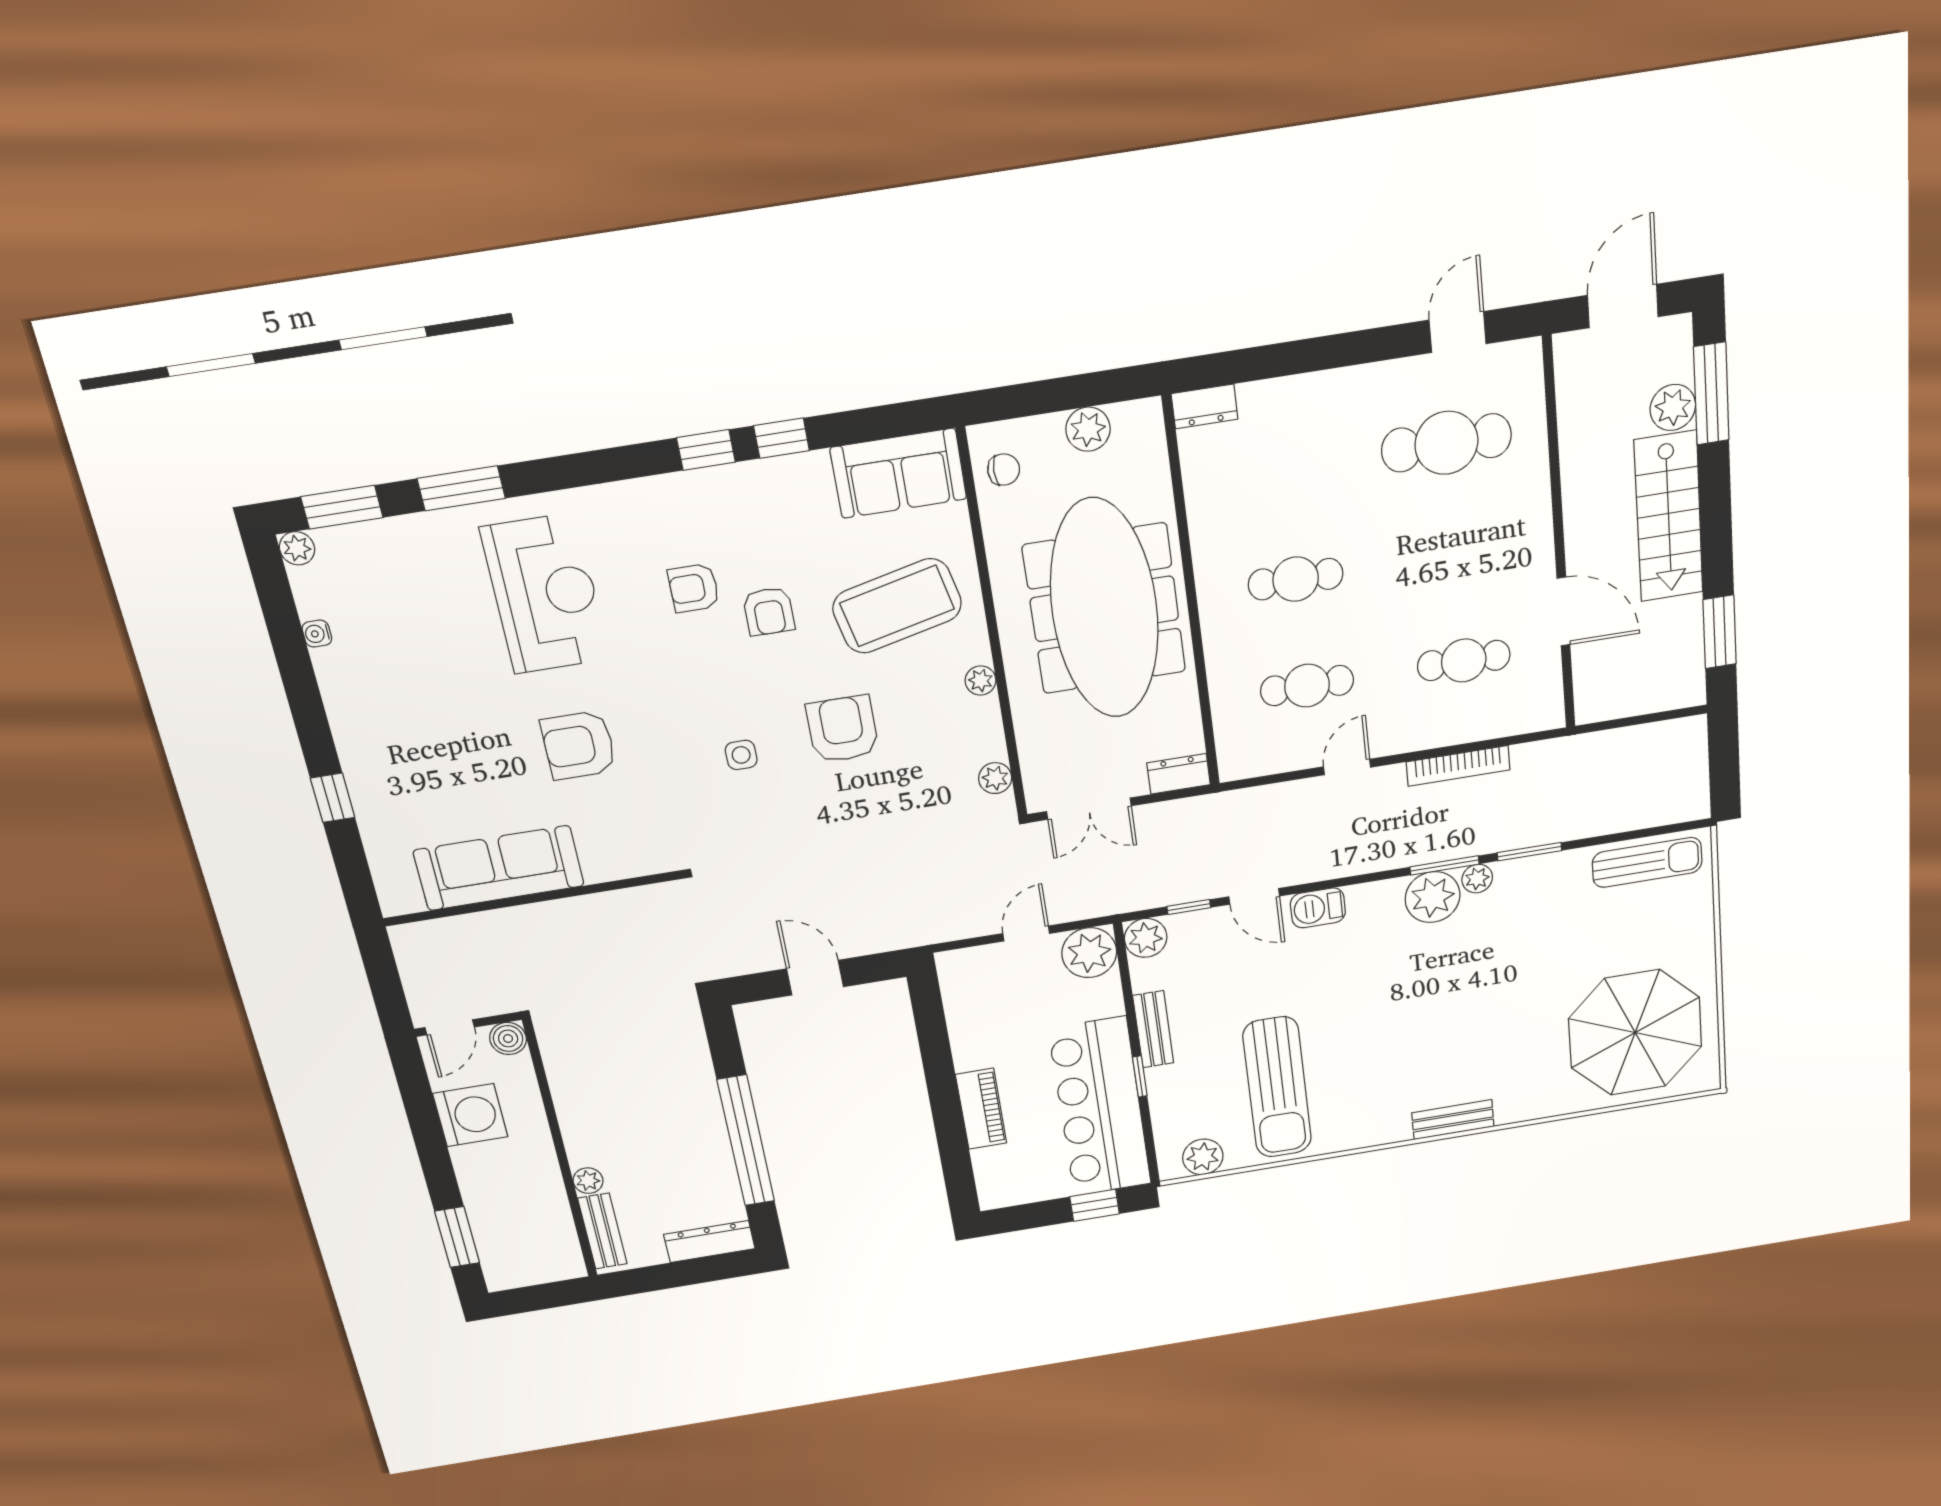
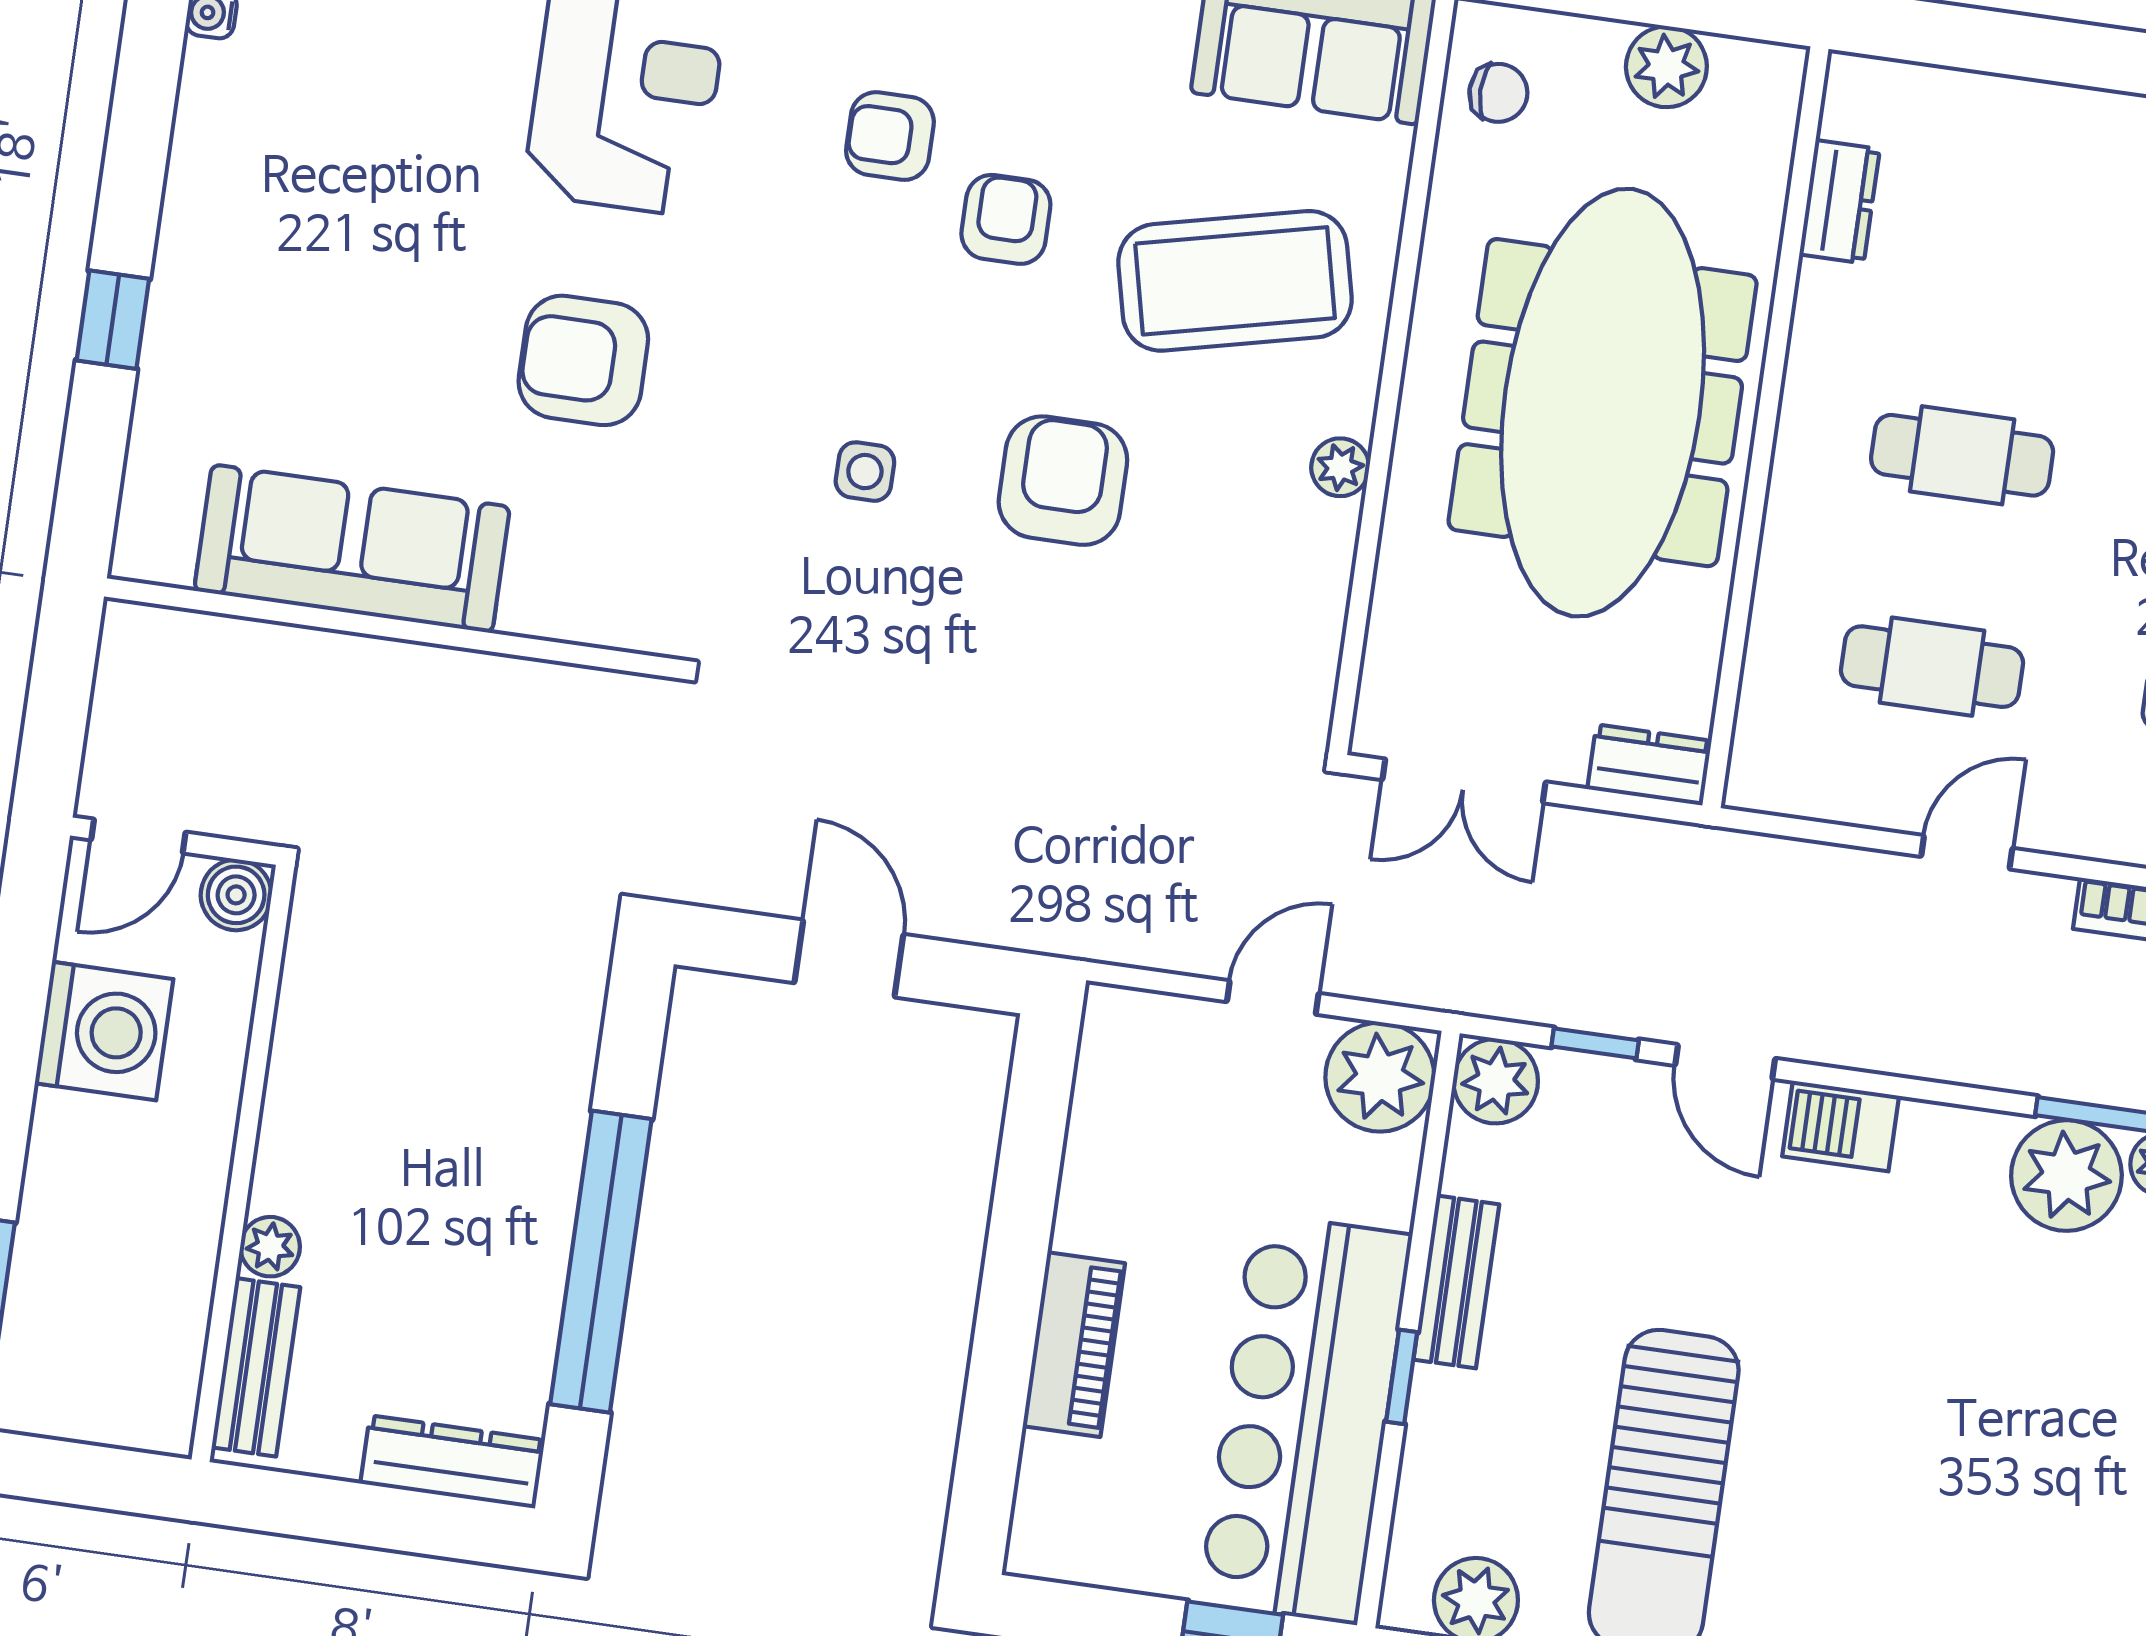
dresser: (1205, 406) -> (1840, 202), moved, turned -90
armchair: (769, 611) -> (1006, 219), turned 180
plant: (995, 778) -> (1309, 664), removed

